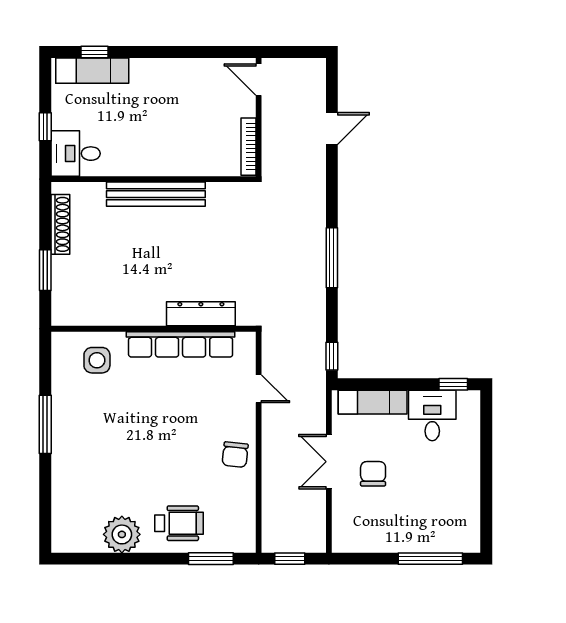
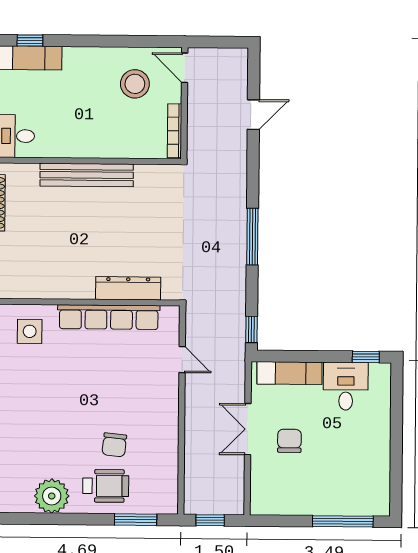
stool: (206, 97) -> (135, 84), added
chair: (235, 455) -> (114, 445), moved

